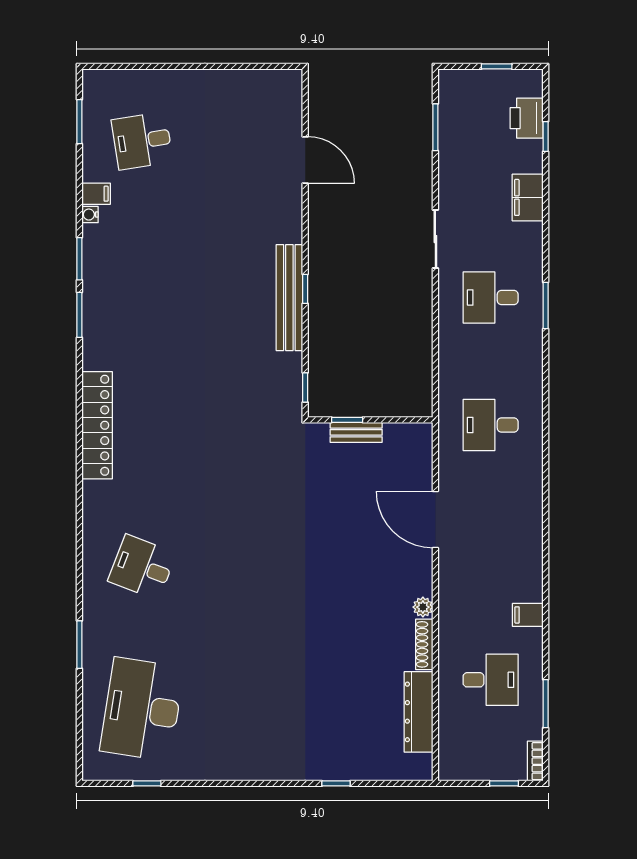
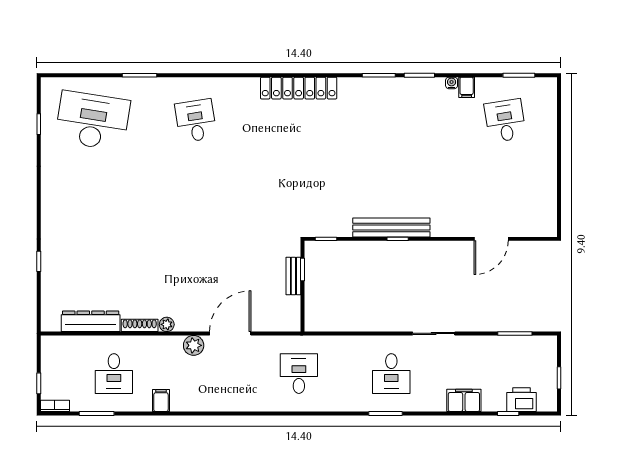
desk: (491, 298) -> (391, 374), turned 180
desk: (142, 567) -> (196, 121), turned -30
plant: (452, 570) -> (194, 345), added

